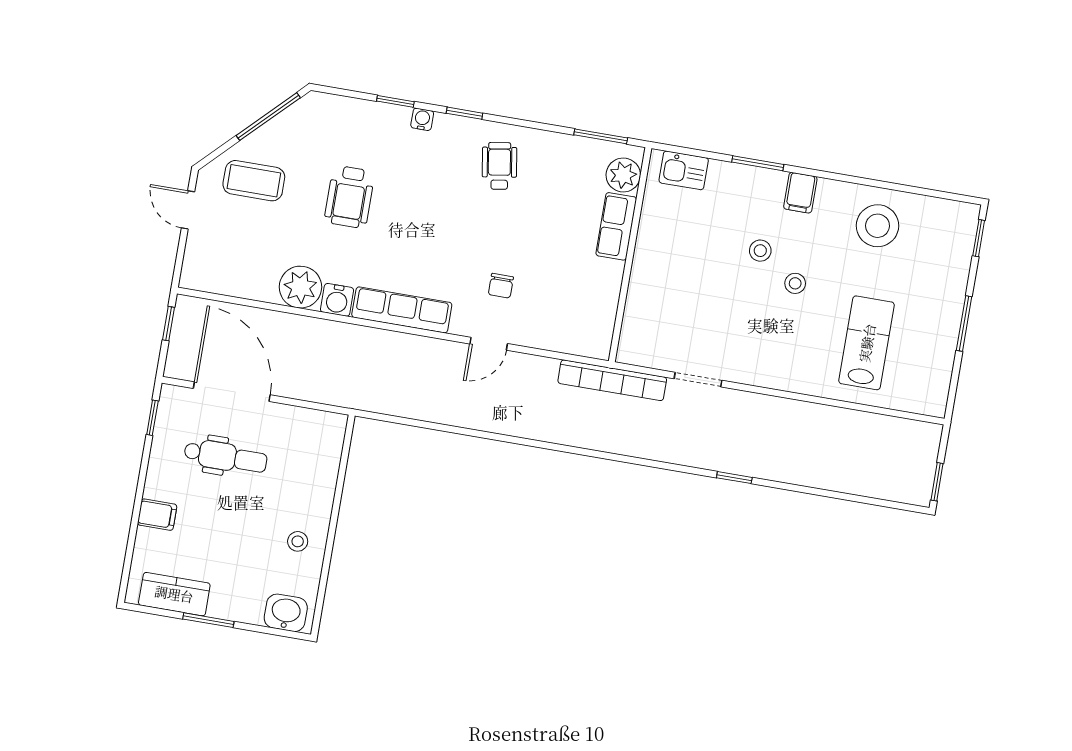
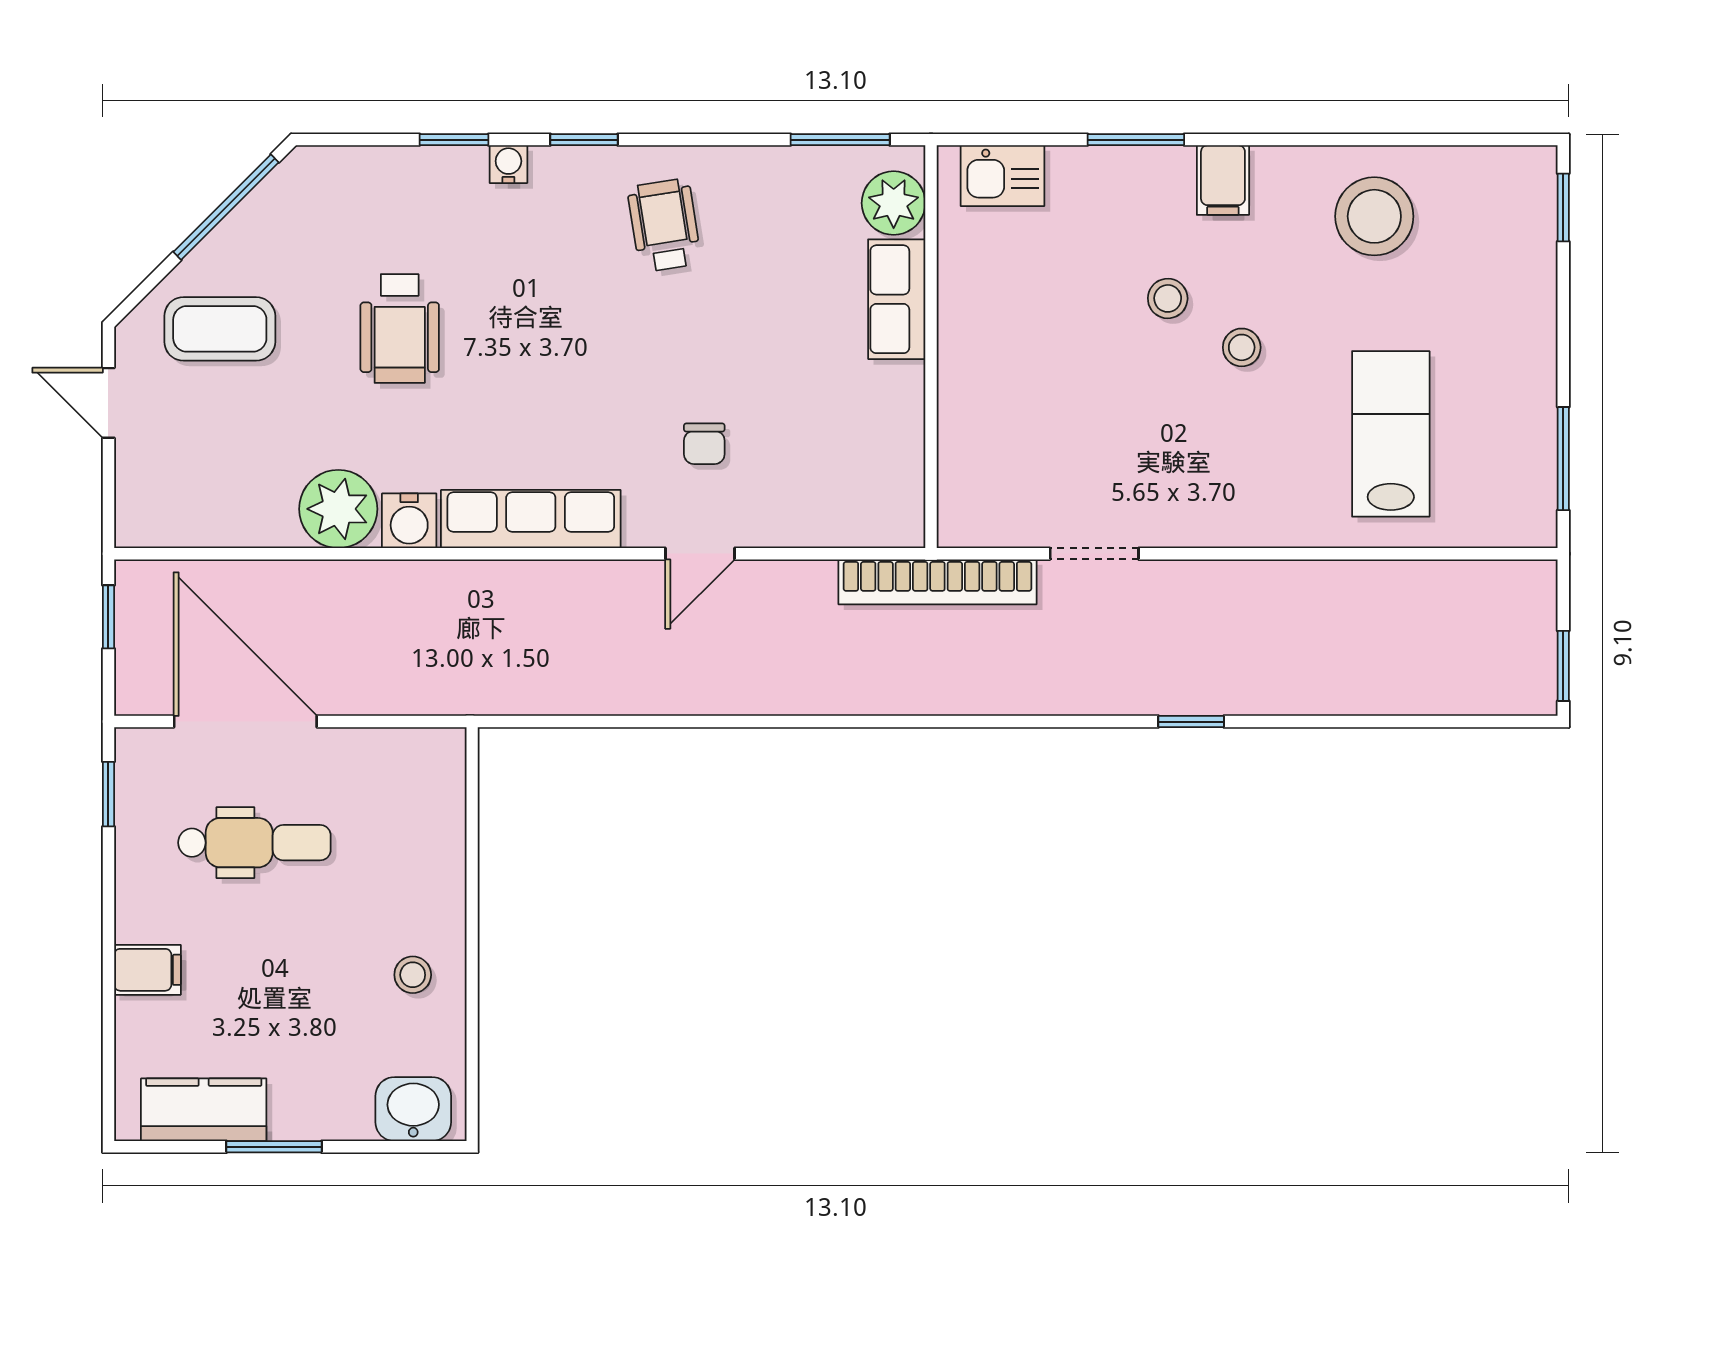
window: (964, 323) -> (1563, 459), moved

